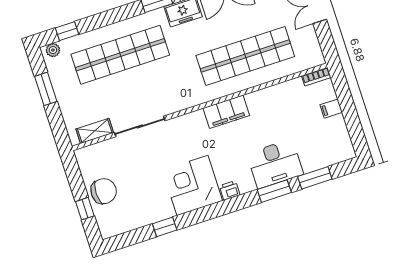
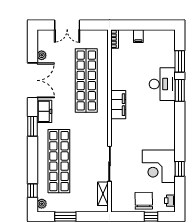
corner desk: (192, 185) -> (159, 166), moved
printer: (230, 190) -> (170, 201), moved

